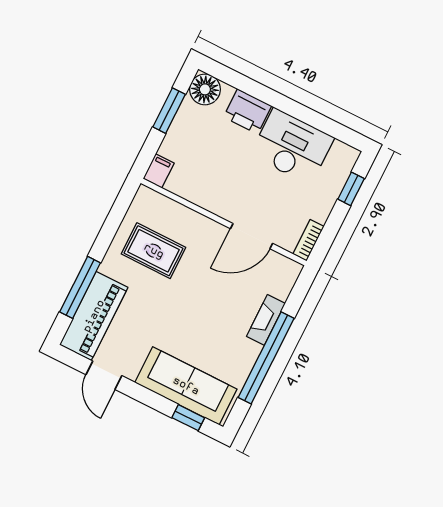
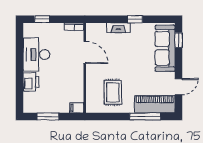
floor lamp: (205, 89) -> (31, 105), removed
window: (266, 358) -> (135, 19), width x0.32

